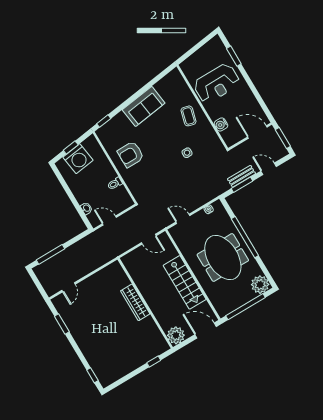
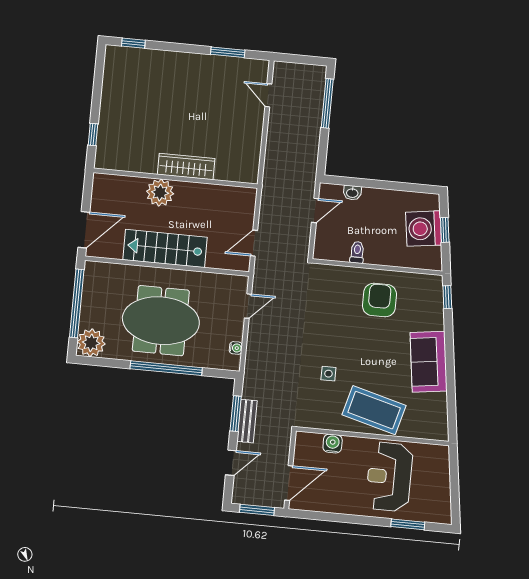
coffee table: (188, 116) -> (374, 410), width x1.86, depth x1.72
plant: (176, 335) -> (160, 193), moved

